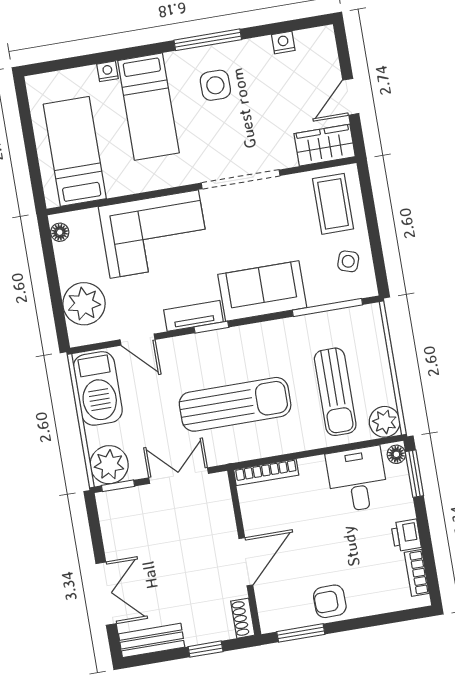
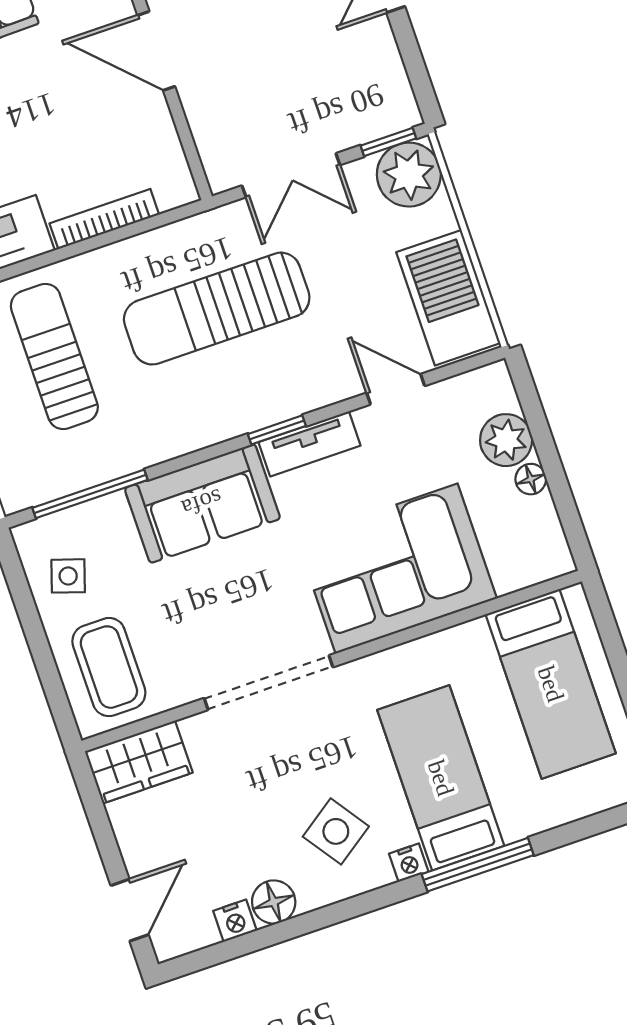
window: (208, 40) -> (478, 865), moved
floor lamp: (259, 50) -> (274, 902), added
nightstand: (108, 71) -> (409, 863), moved
side table: (215, 85) -> (336, 831), turned -35
door: (351, 97) -> (130, 910), moved
floor lamp: (60, 232) -> (531, 479), moved
plant: (84, 304) -> (506, 440), width x0.73, depth x0.73
bookcase: (266, 472) -> (104, 219), moved
door: (246, 562) -> (156, 51), hinge flipped

